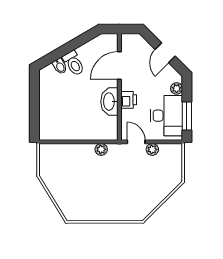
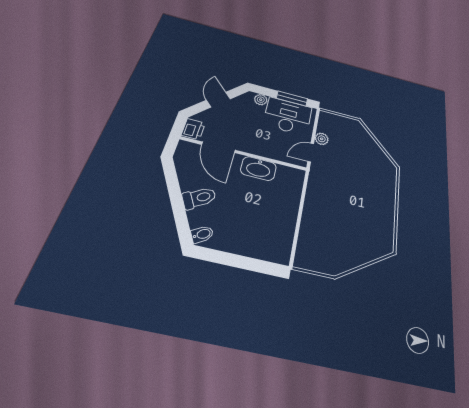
door: (165, 53) -> (219, 100), swing flipped
bidet: (60, 66) -> (202, 234), moved
printer: (129, 100) -> (193, 129), moved, turned 90
plant: (101, 149) -> (313, 191), removed

